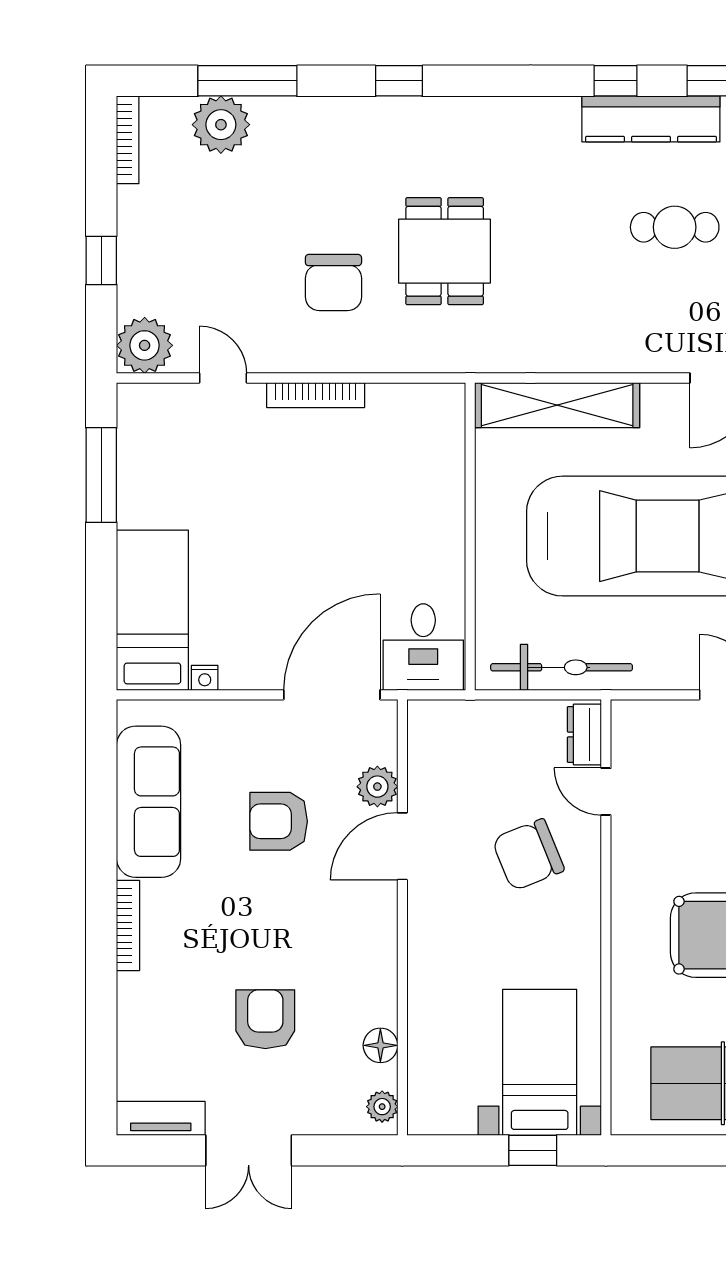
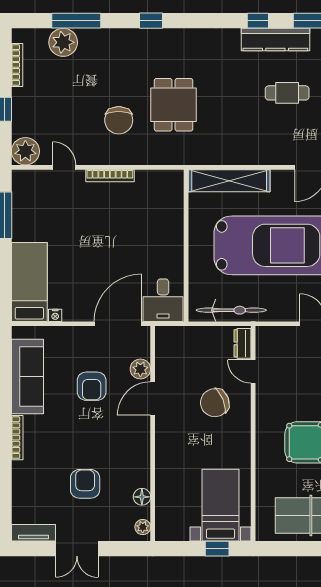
bookcase: (128, 140) -> (17, 65), moved
armchair: (279, 821) -> (92, 386), turned -90

